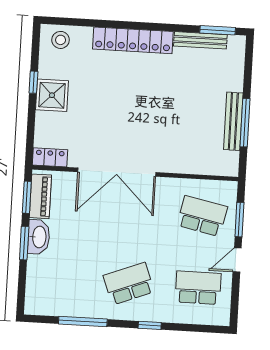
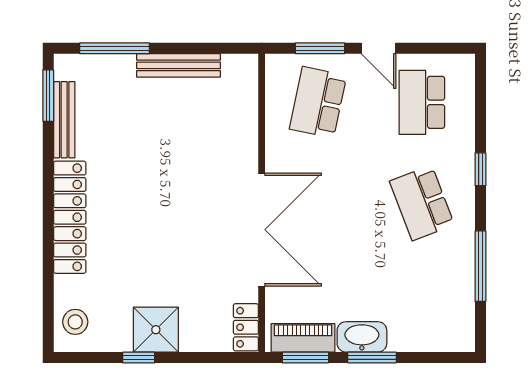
window: (245, 123) -> (115, 48), moved

